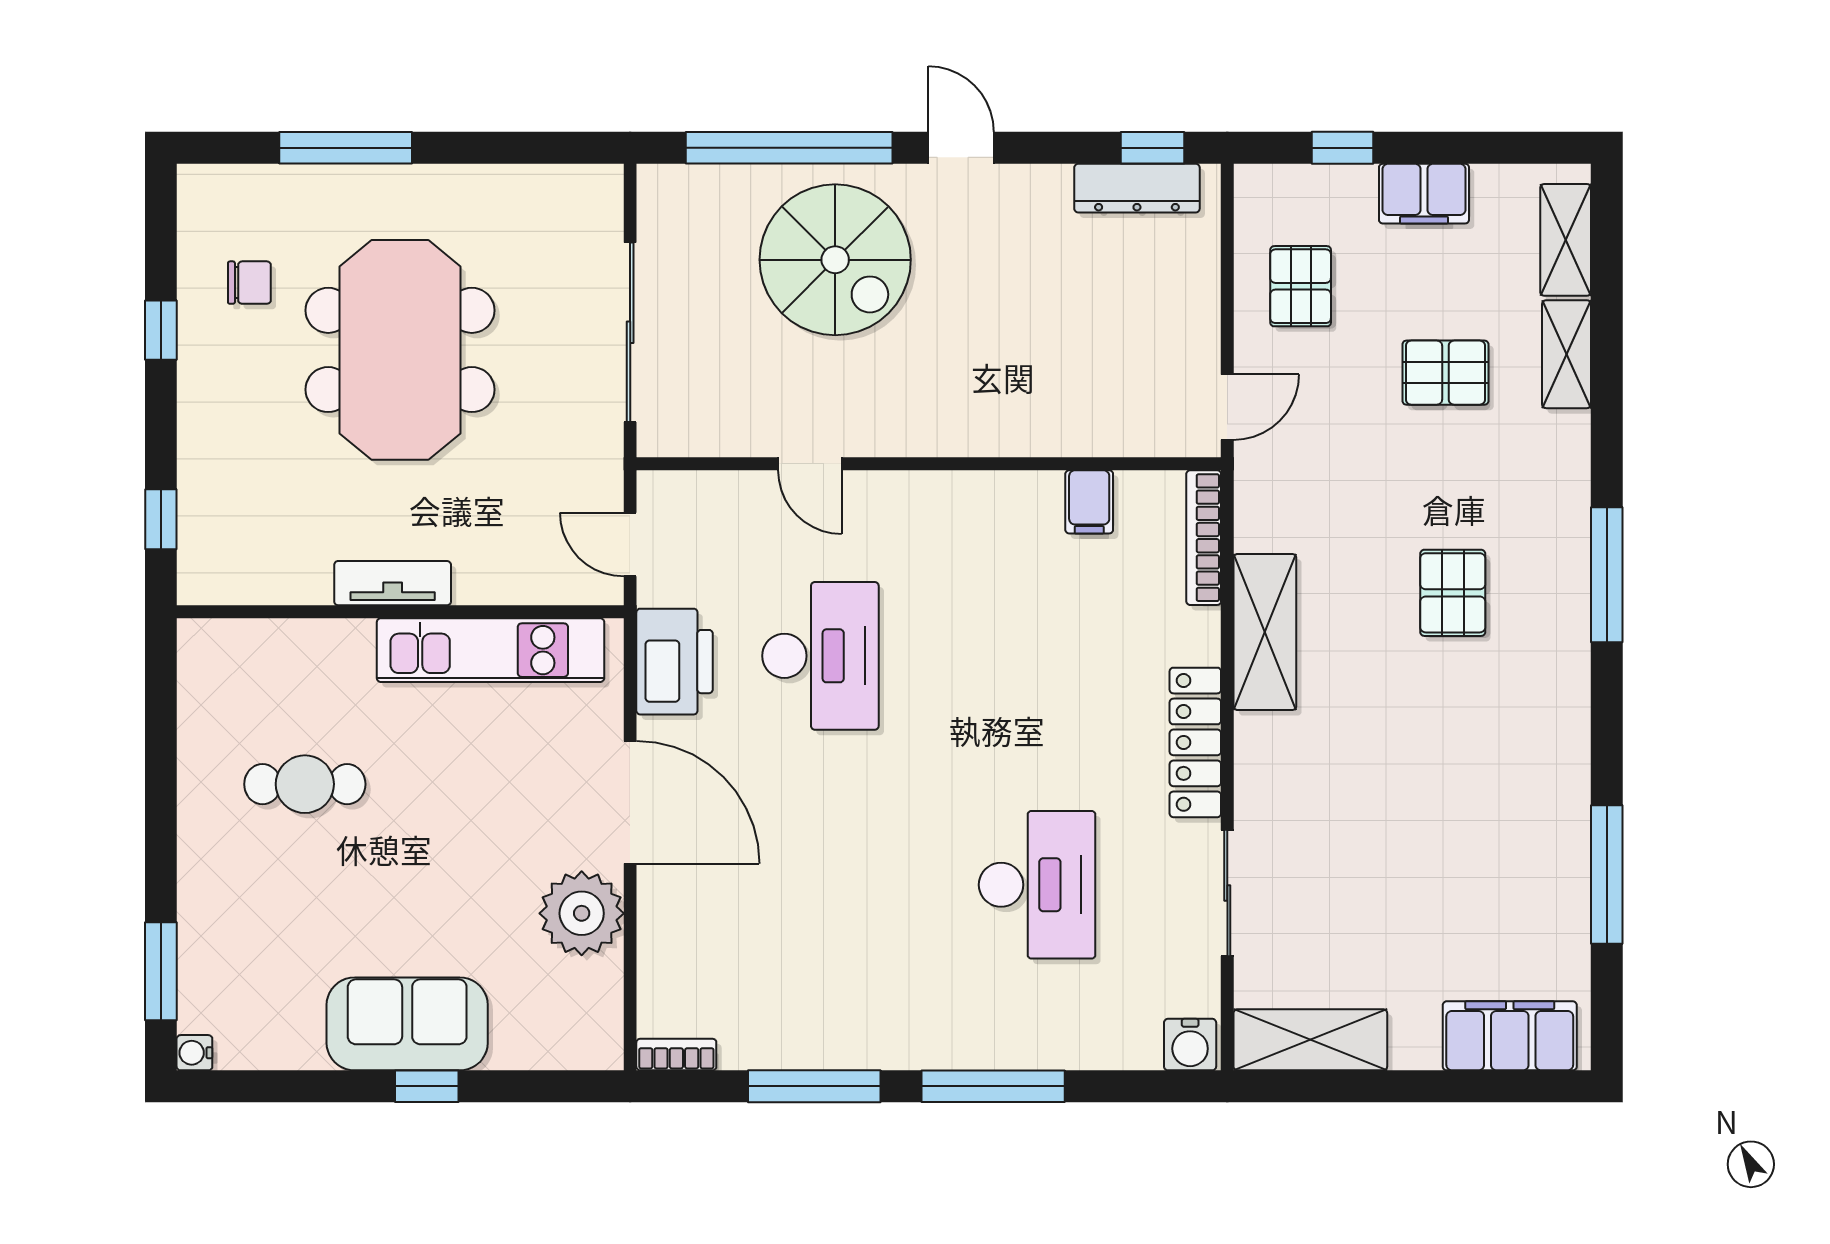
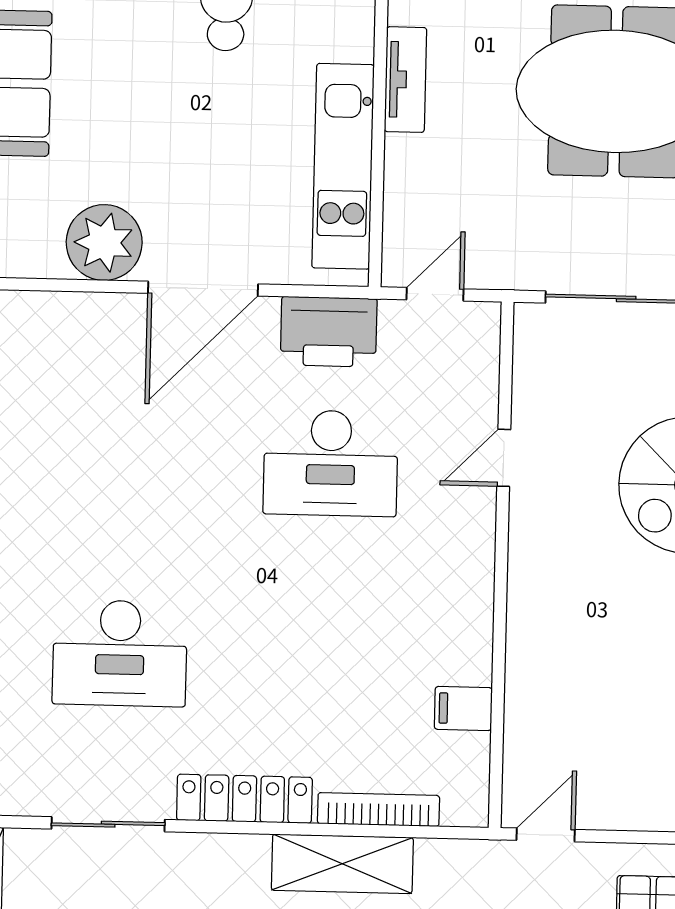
door: (1227, 407) -> (546, 835), swing flipped
bookcase: (1204, 538) -> (378, 810), moved

